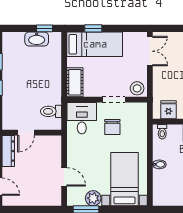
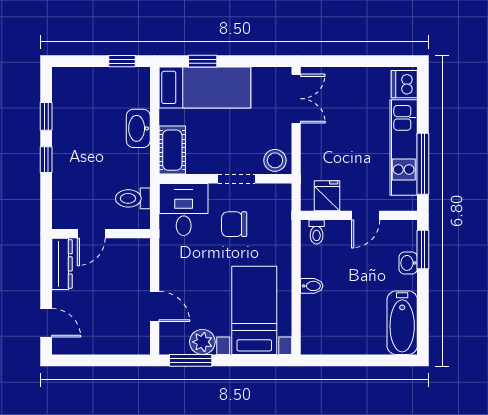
washbasin: (37, 39) -> (138, 128), moved, turned 90
chair: (112, 127) -> (234, 224), turned 90

